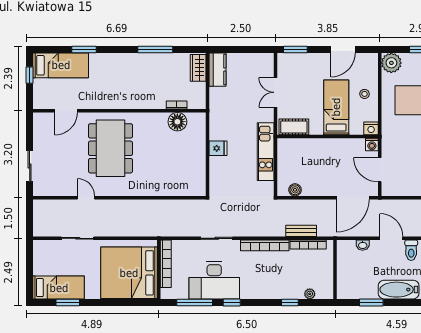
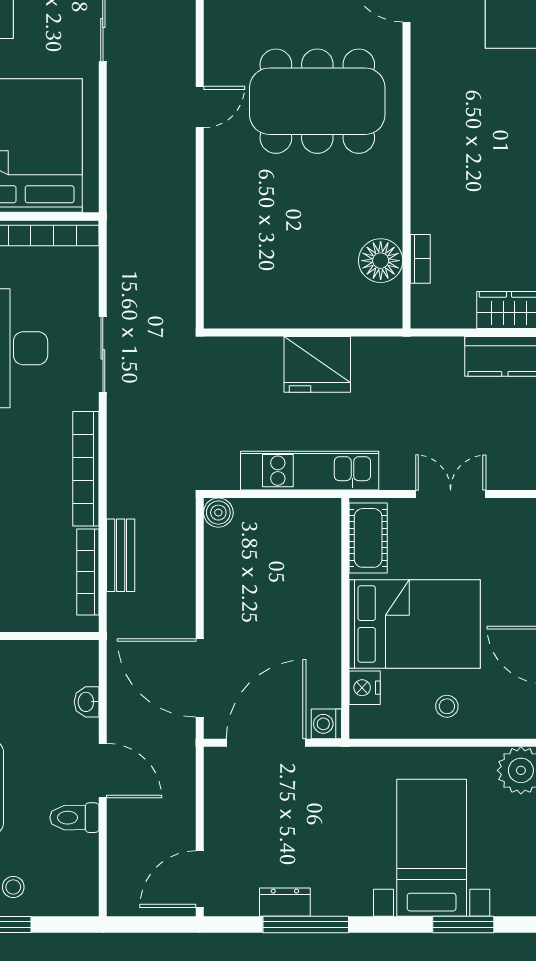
bed: (336, 107) -> (415, 624), width x1.50
nightstand: (371, 128) -> (365, 688), moved
fridge: (218, 148) -> (317, 364), width x1.88, depth x1.34
door: (380, 170) -> (266, 743), width x1.36
boiler: (295, 190) -> (218, 513), moved
door: (86, 198) -> (200, 107), moved
door: (391, 238) -> (103, 771), hinge flipped

